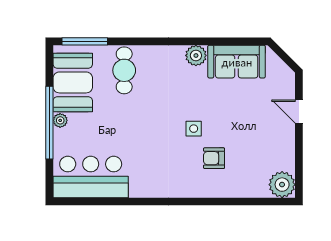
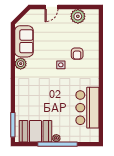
cafe table: (124, 70) -> (29, 103), removed
bar counter: (91, 177) -> (87, 108), moved
plant: (282, 185) -> (78, 16), moved

